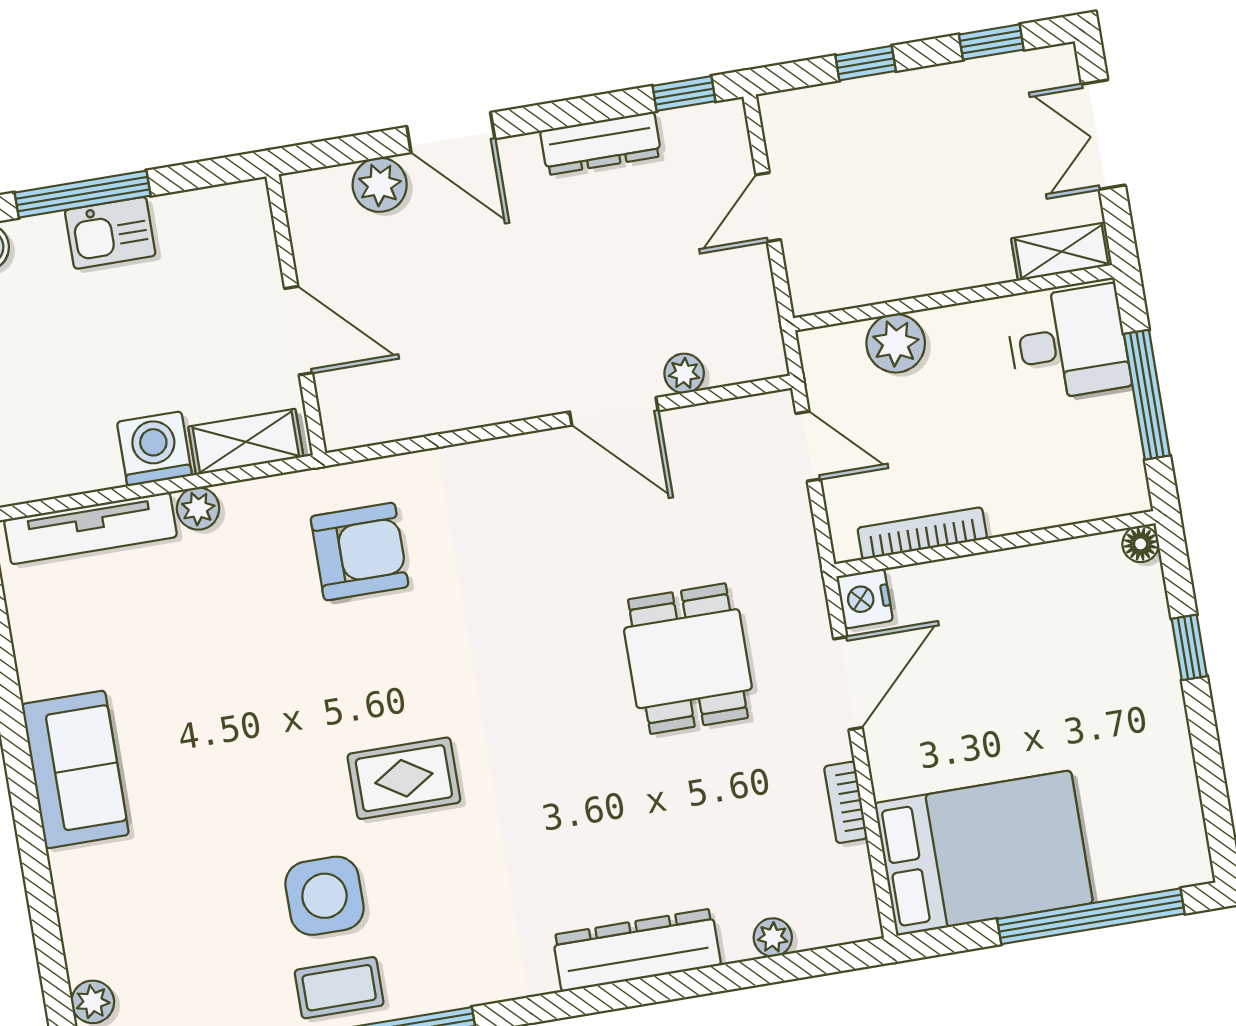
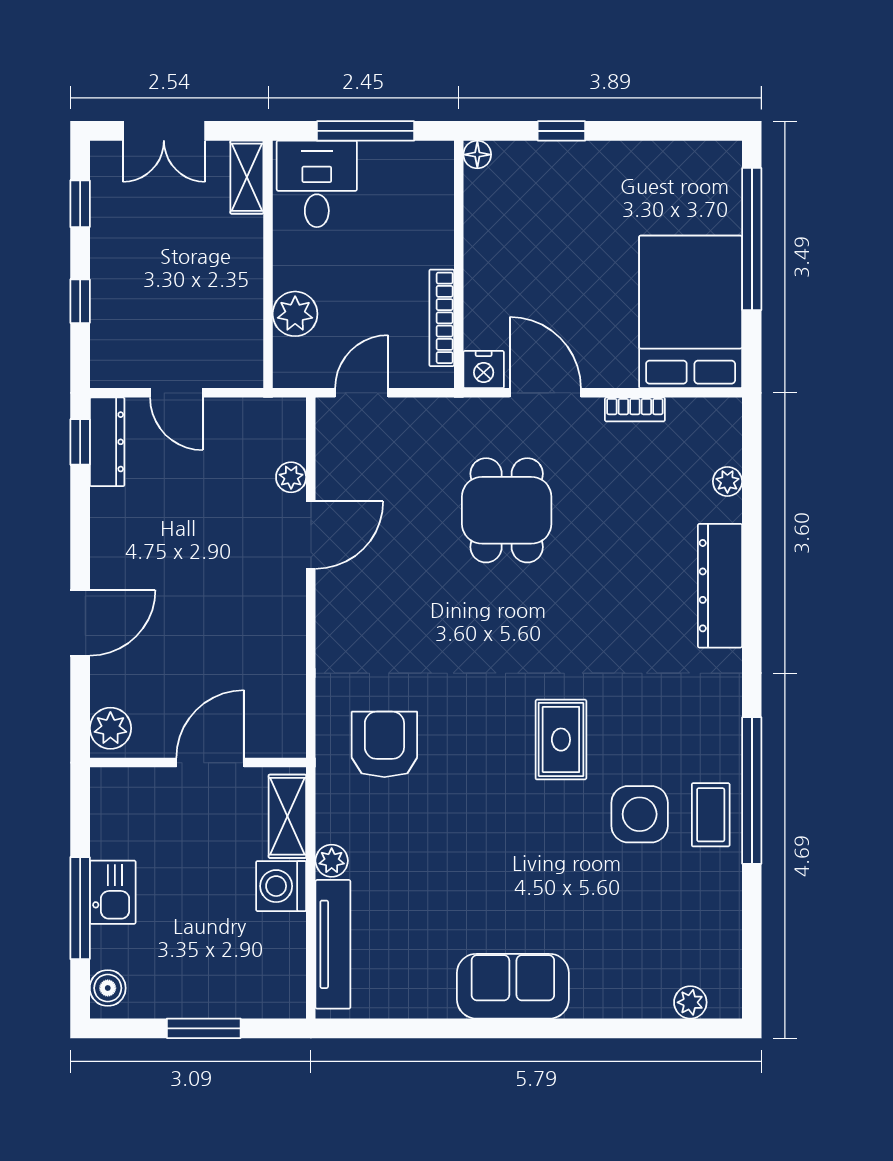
dresser: (601, 143) -> (107, 442), moved
plant: (380, 185) -> (110, 728), moved
dining table: (688, 659) -> (507, 510), turned 90

